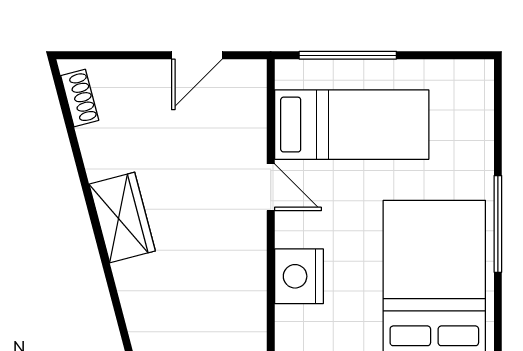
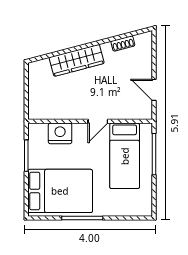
shoe rack: (80, 98) -> (123, 43), moved
wardrobe: (122, 218) -> (77, 60), width x1.50

